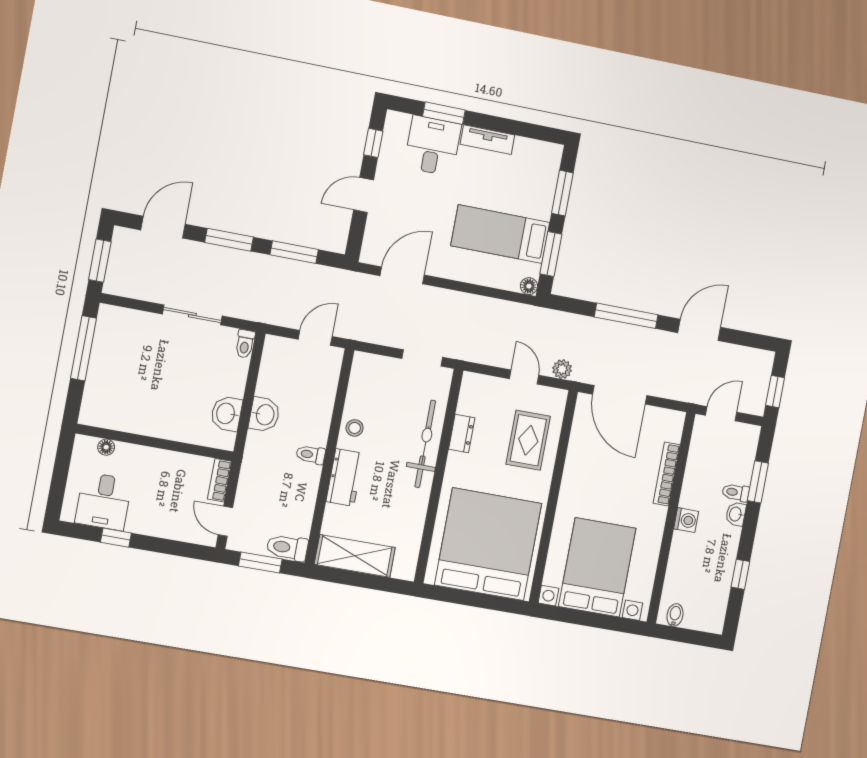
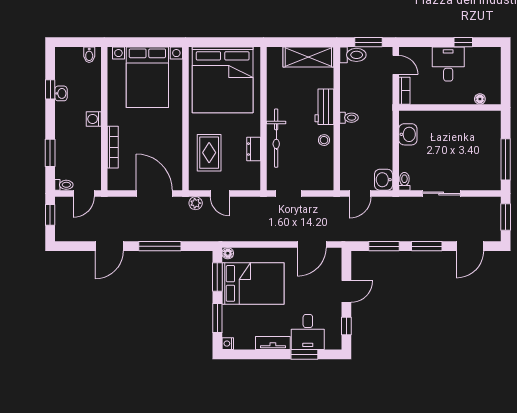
nightstand: (554, 152) -> (228, 344), added
bed: (500, 234) -> (253, 283), width x1.50
washbasin: (264, 415) -> (384, 180), moved
toilet: (736, 492) -> (64, 185), moved
desk: (104, 501) -> (448, 64), moved
washbasin: (736, 514) -> (61, 93), moved

